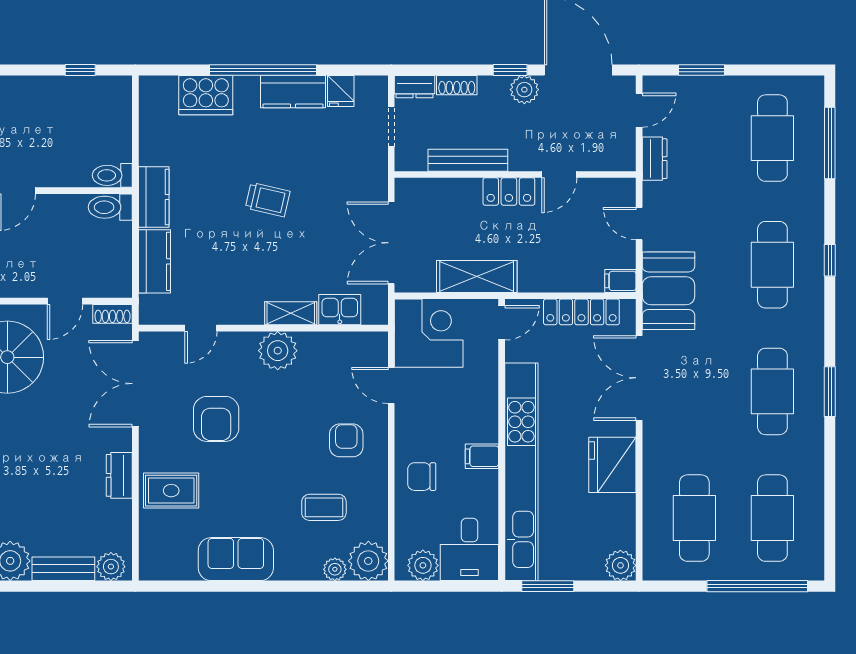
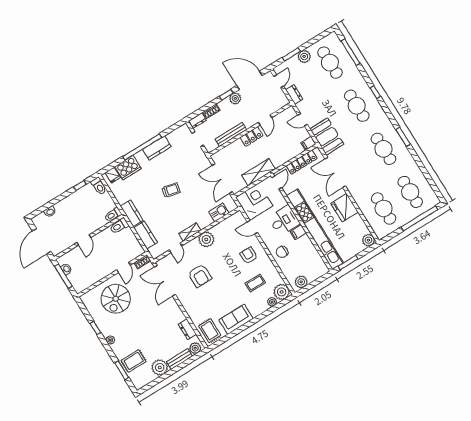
fridge: (341, 91) -> (113, 175), moved
plant: (726, 91) -> (304, 56), added
toilet: (120, 96) -> (99, 186), added
shelving: (291, 313) -> (190, 232), moved
dresser: (119, 475) -> (187, 329), moved
rug: (171, 491) -> (210, 331), moved, turned 90
desk: (469, 549) -> (284, 221), moved, turned -90

